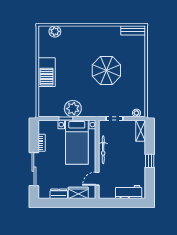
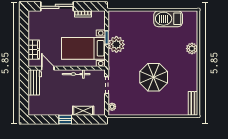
plant: (55, 31) -> (192, 49), moved
barbecue: (47, 72) -> (168, 19), moved
shelving: (141, 131) -> (83, 111), moved
workbench: (129, 192) -> (35, 82), moved
dresser: (59, 194) -> (33, 31), removed

